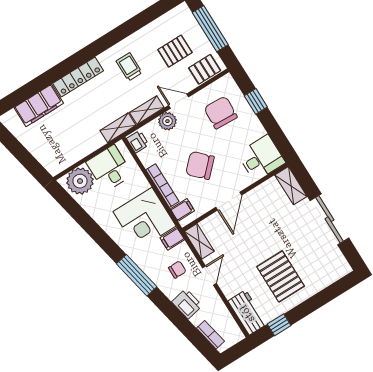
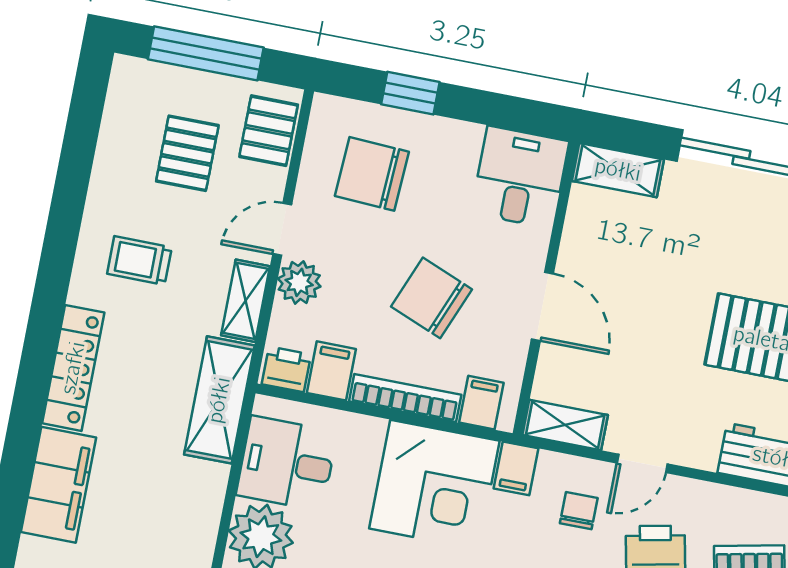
shelving: (118, 128) -> (219, 400), width x1.50, depth x1.33
filing cabinet: (150, 156) -> (331, 371), added
chair: (200, 165) -> (432, 298), turned 67
door: (209, 275) -> (642, 463), swing flipped

